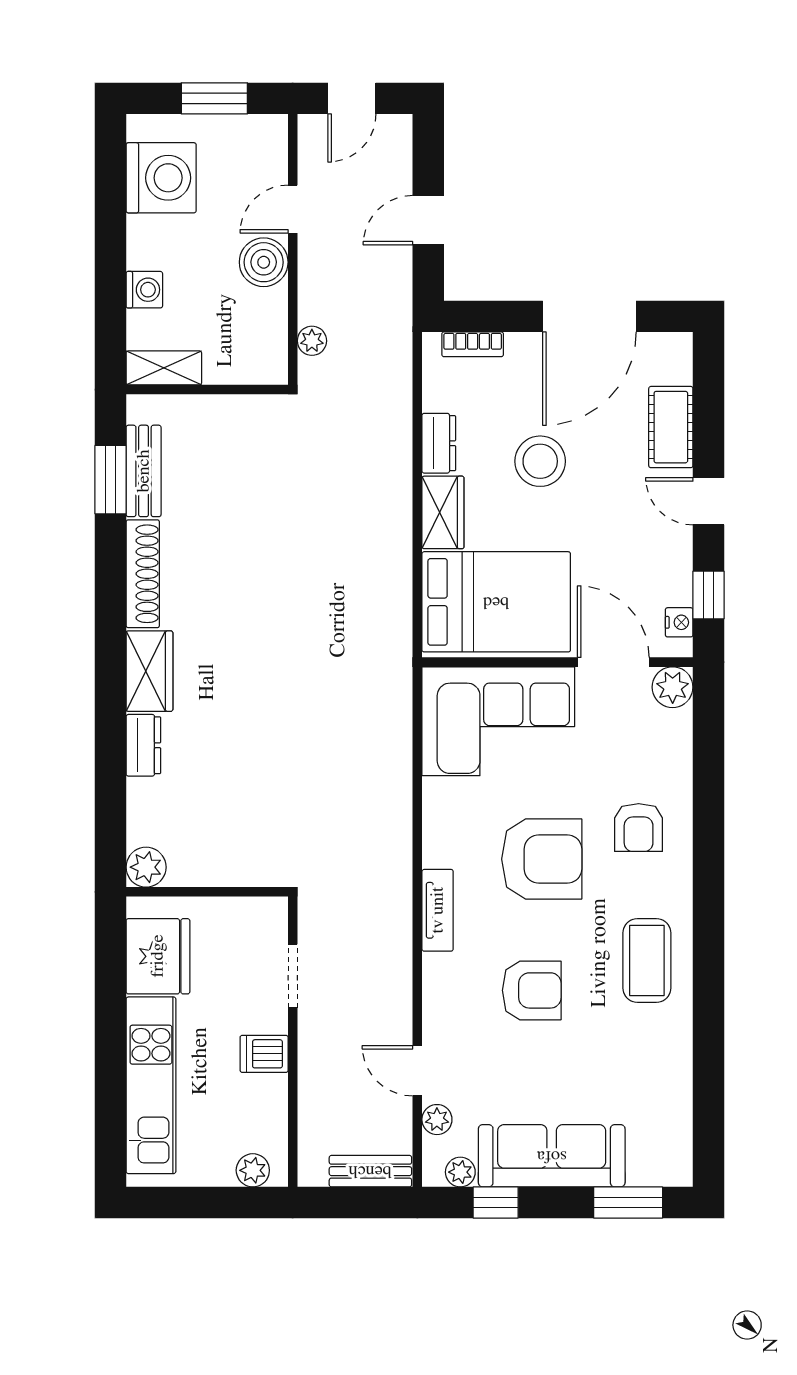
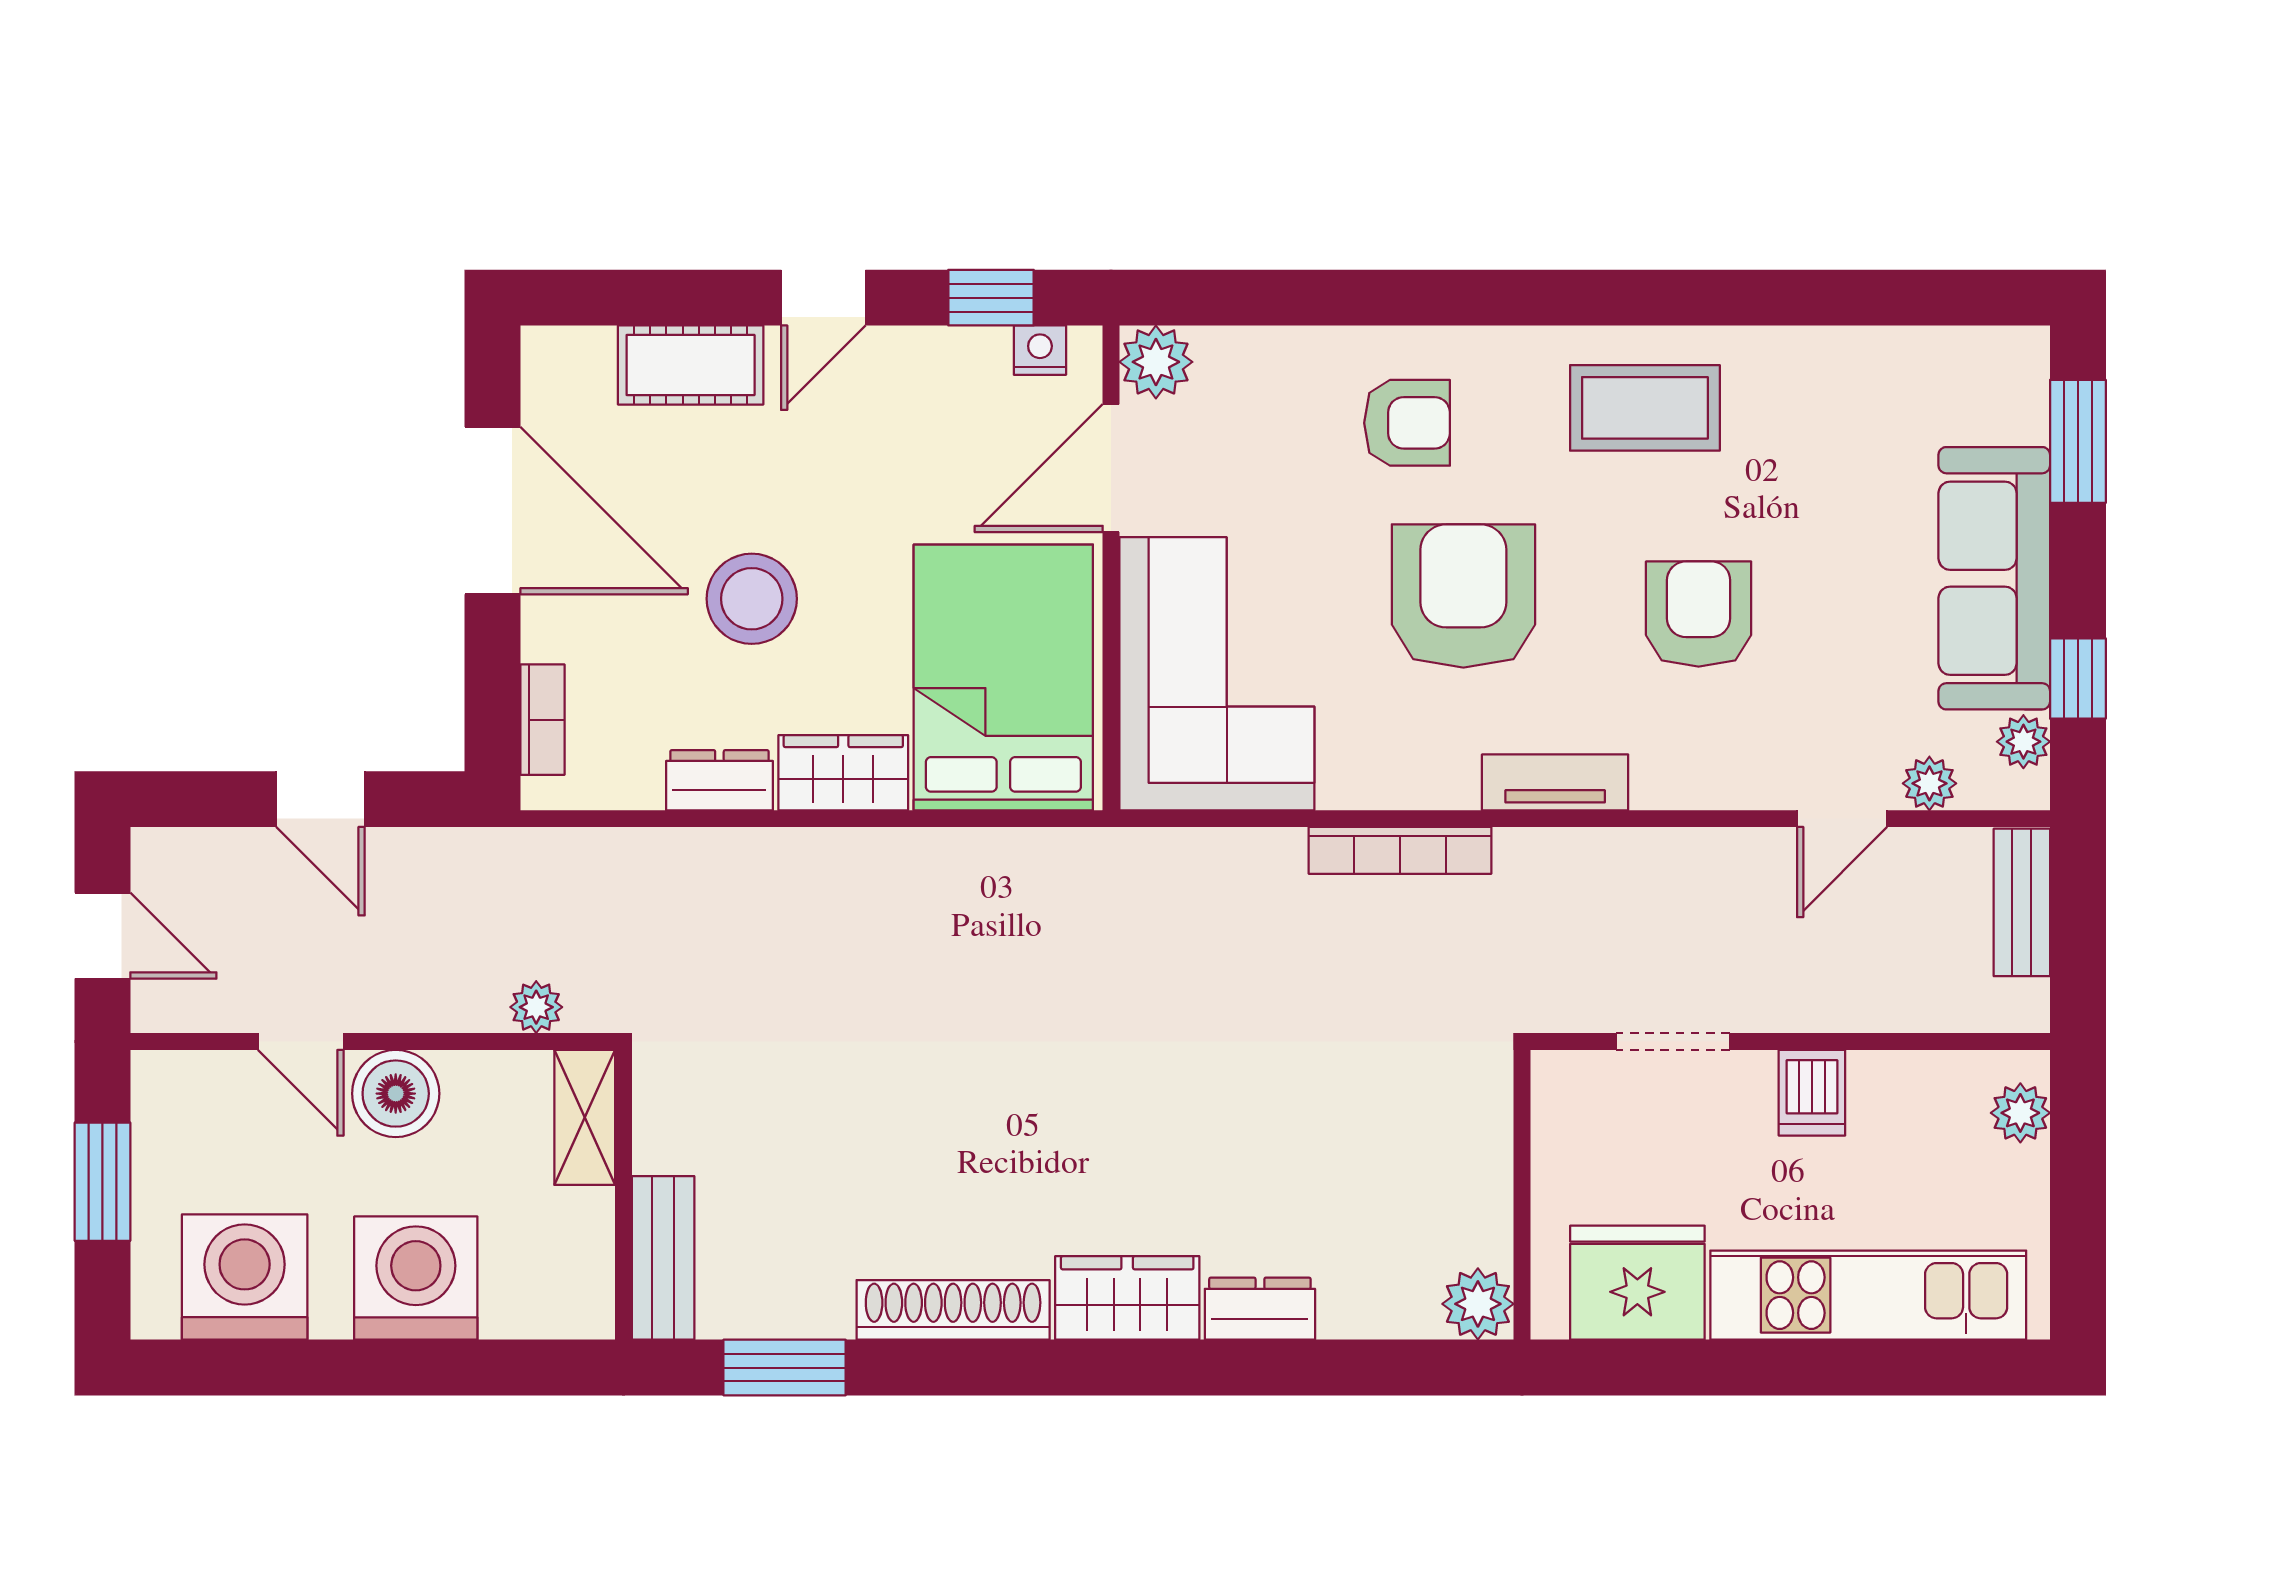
washing machine: (144, 290) -> (416, 1278), width x1.89, depth x1.89
shelving: (164, 368) -> (585, 1117), moved
bench: (144, 471) -> (663, 1258), moved, turned 90
bookcase: (400, 824) -> (1400, 850), added

